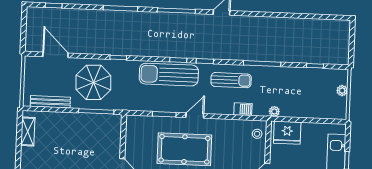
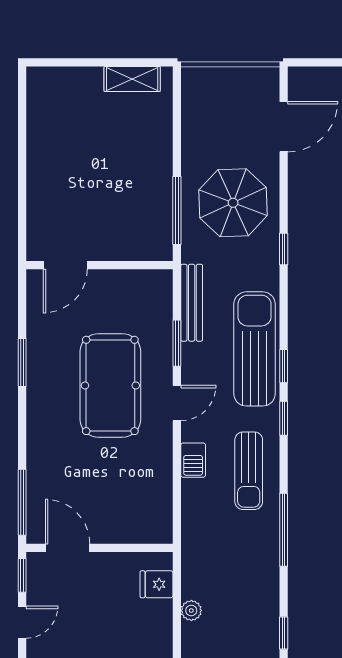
bench: (50, 102) -> (192, 303), moved
barbecue: (243, 109) -> (193, 460), moved
plant: (274, 111) -> (191, 611), moved
door: (195, 116) -> (177, 403), hinge flipped
fridge: (287, 133) -> (157, 584), width x0.53, depth x0.75
stool: (257, 134) -> (146, 526), removed

